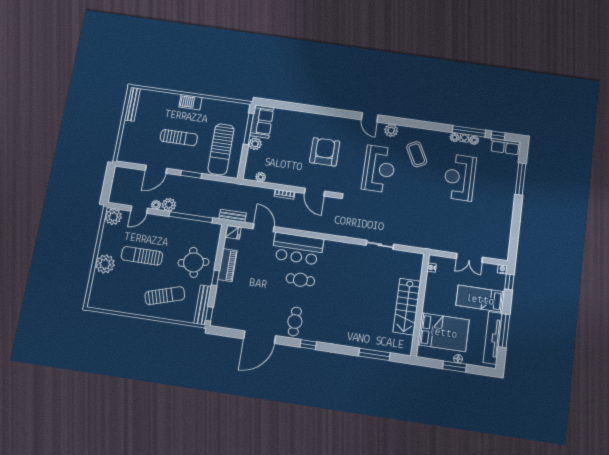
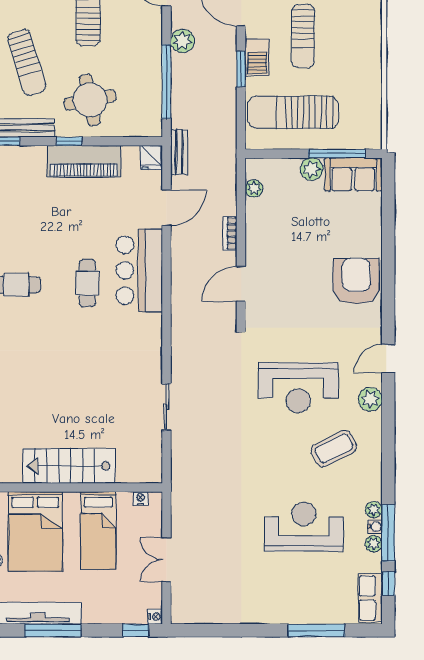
barbecue: (191, 102) -> (257, 57), moved, turned 180
armchair: (325, 152) -> (356, 281), moved, turned -90
plant: (156, 205) -> (179, 19), removed
piano: (227, 265) -> (84, 161), width x1.37, depth x1.33
bed: (480, 299) -> (98, 530), moved, turned 180

